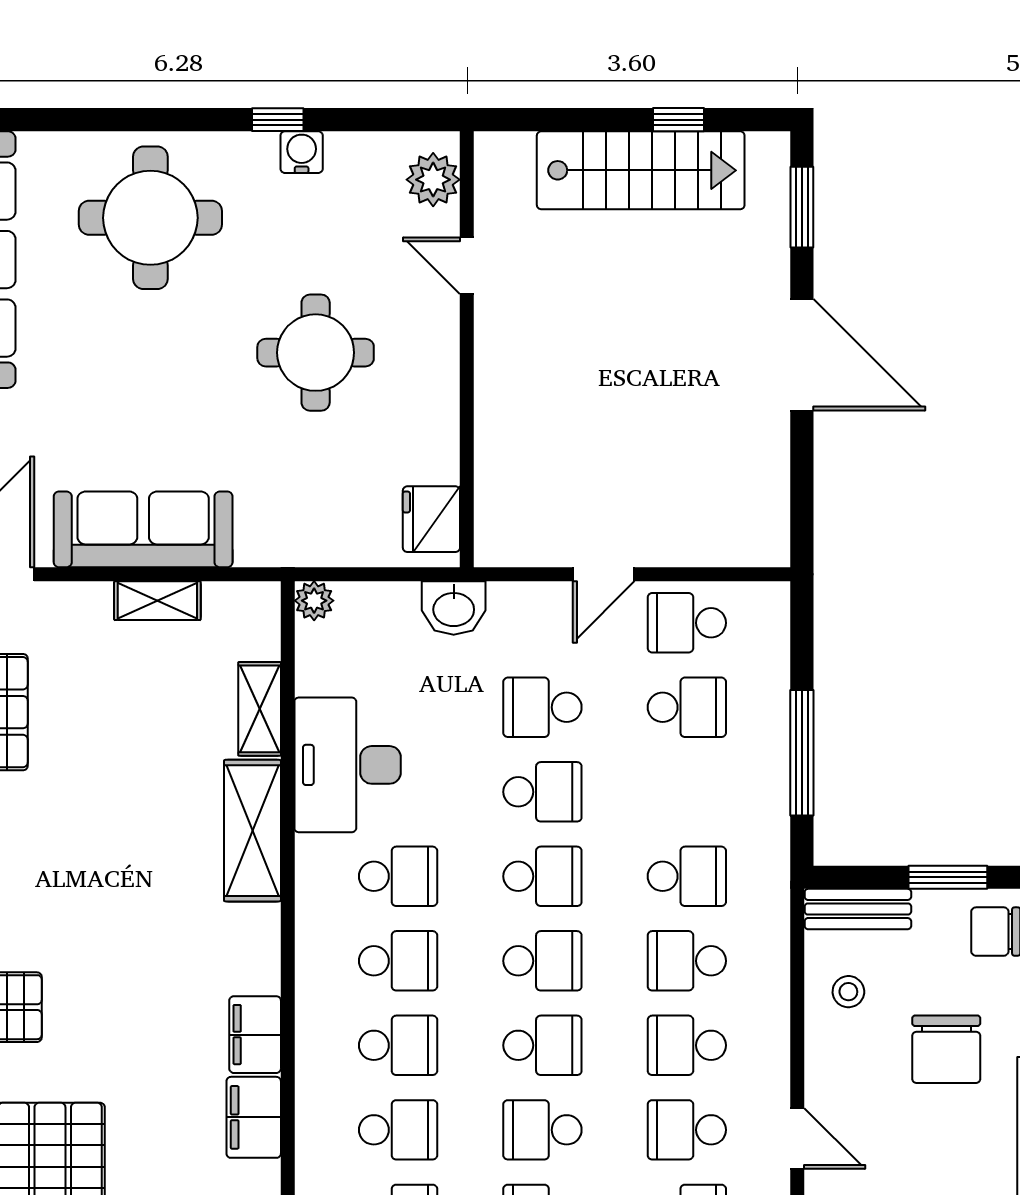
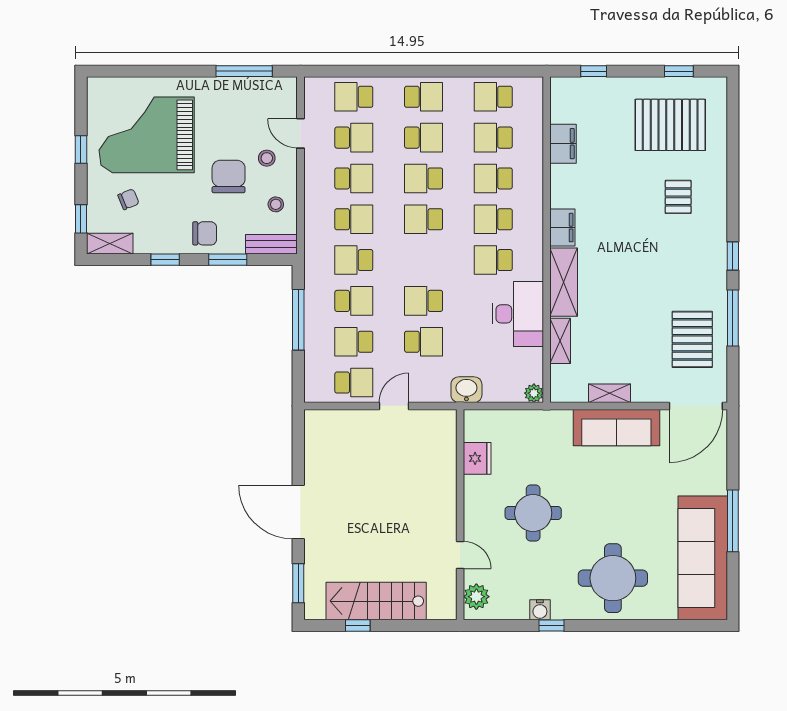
fridge: (431, 519) -> (477, 458), moved
school desk: (542, 876) -> (354, 301), moved, turned 180
filing cabinet: (255, 1035) -> (562, 228), moved
stool: (867, 1087) -> (267, 158), added

